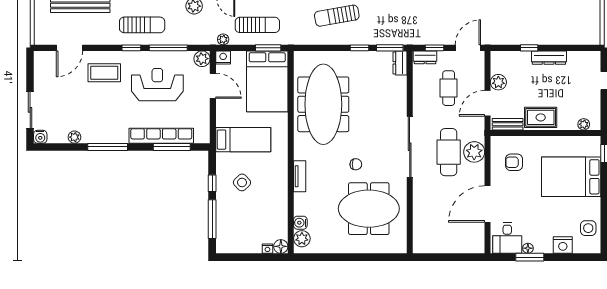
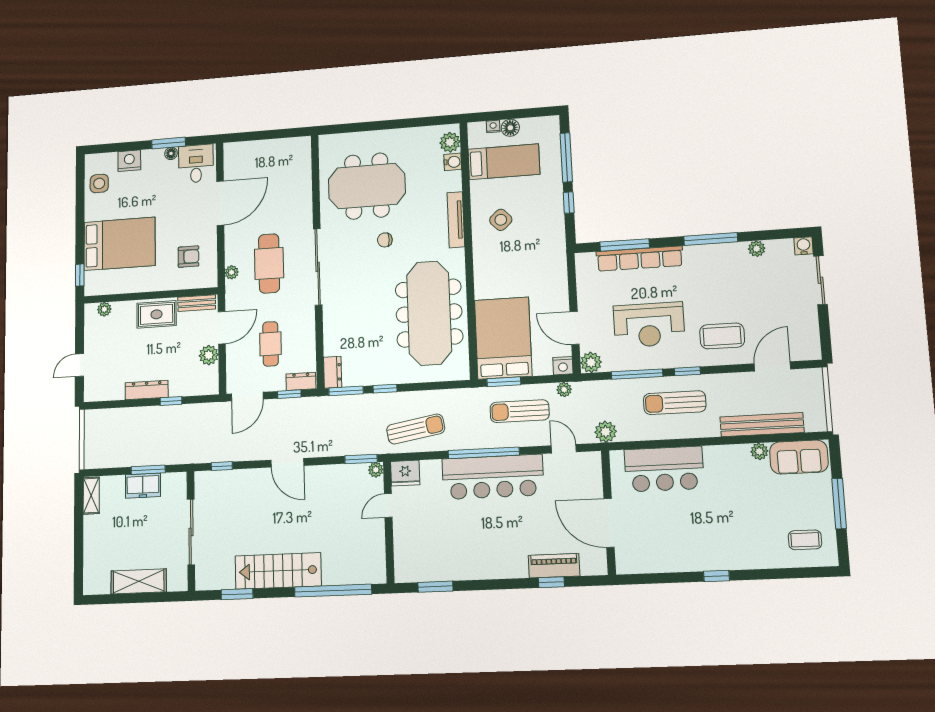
bed: (243, 140) -> (504, 162), moved, turned 180
plant: (474, 152) -> (232, 272), width x0.53, depth x0.53
tv unit: (300, 176) -> (456, 220), width x1.41
side table: (242, 182) -> (501, 220), moved
floor lamp: (281, 246) -> (510, 128), moved

